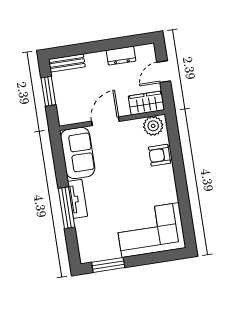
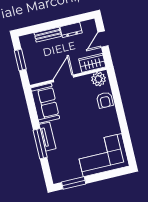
bench: (67, 63) -> (48, 35), moved
armchair: (159, 155) -> (105, 100), turned -90

